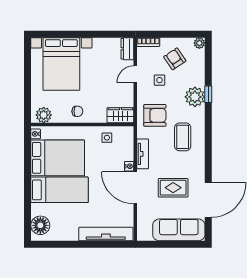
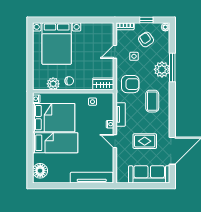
window: (175, 34) -> (146, 20), added
dresser: (127, 49) -> (109, 32), removed
window: (208, 94) -> (172, 67), width x2.17
plant: (44, 115) -> (53, 84), moved
door: (135, 188) -> (115, 141), width x0.53

